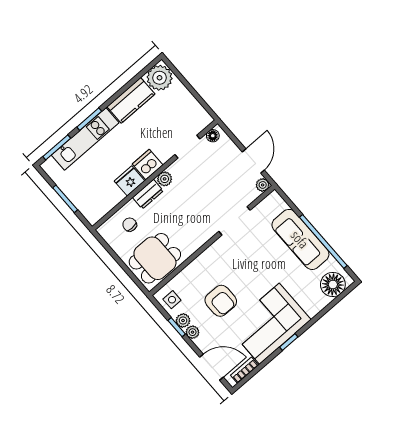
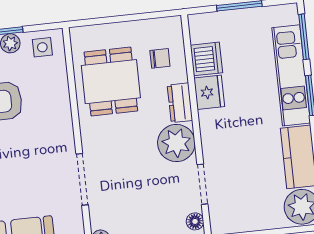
dishwasher: (148, 164) -> (206, 59), moved
plant: (165, 179) -> (176, 143), width x1.87, depth x1.87
dining table: (155, 258) -> (111, 82), moved

